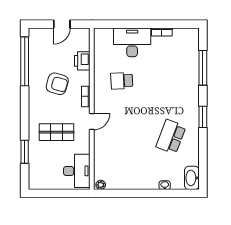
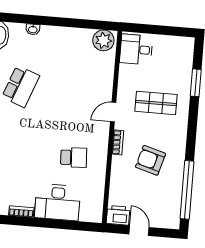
door: (62, 24) -> (139, 231), hinge flipped
printer: (82, 61) -> (118, 215), moved, turned -90
desk: (77, 171) -> (136, 49), width x0.73
plant: (101, 185) -> (103, 40), width x1.87, depth x1.87

